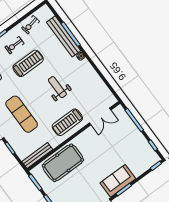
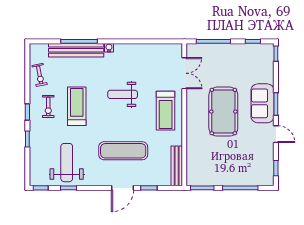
pool table: (63, 163) -> (223, 112), moved

